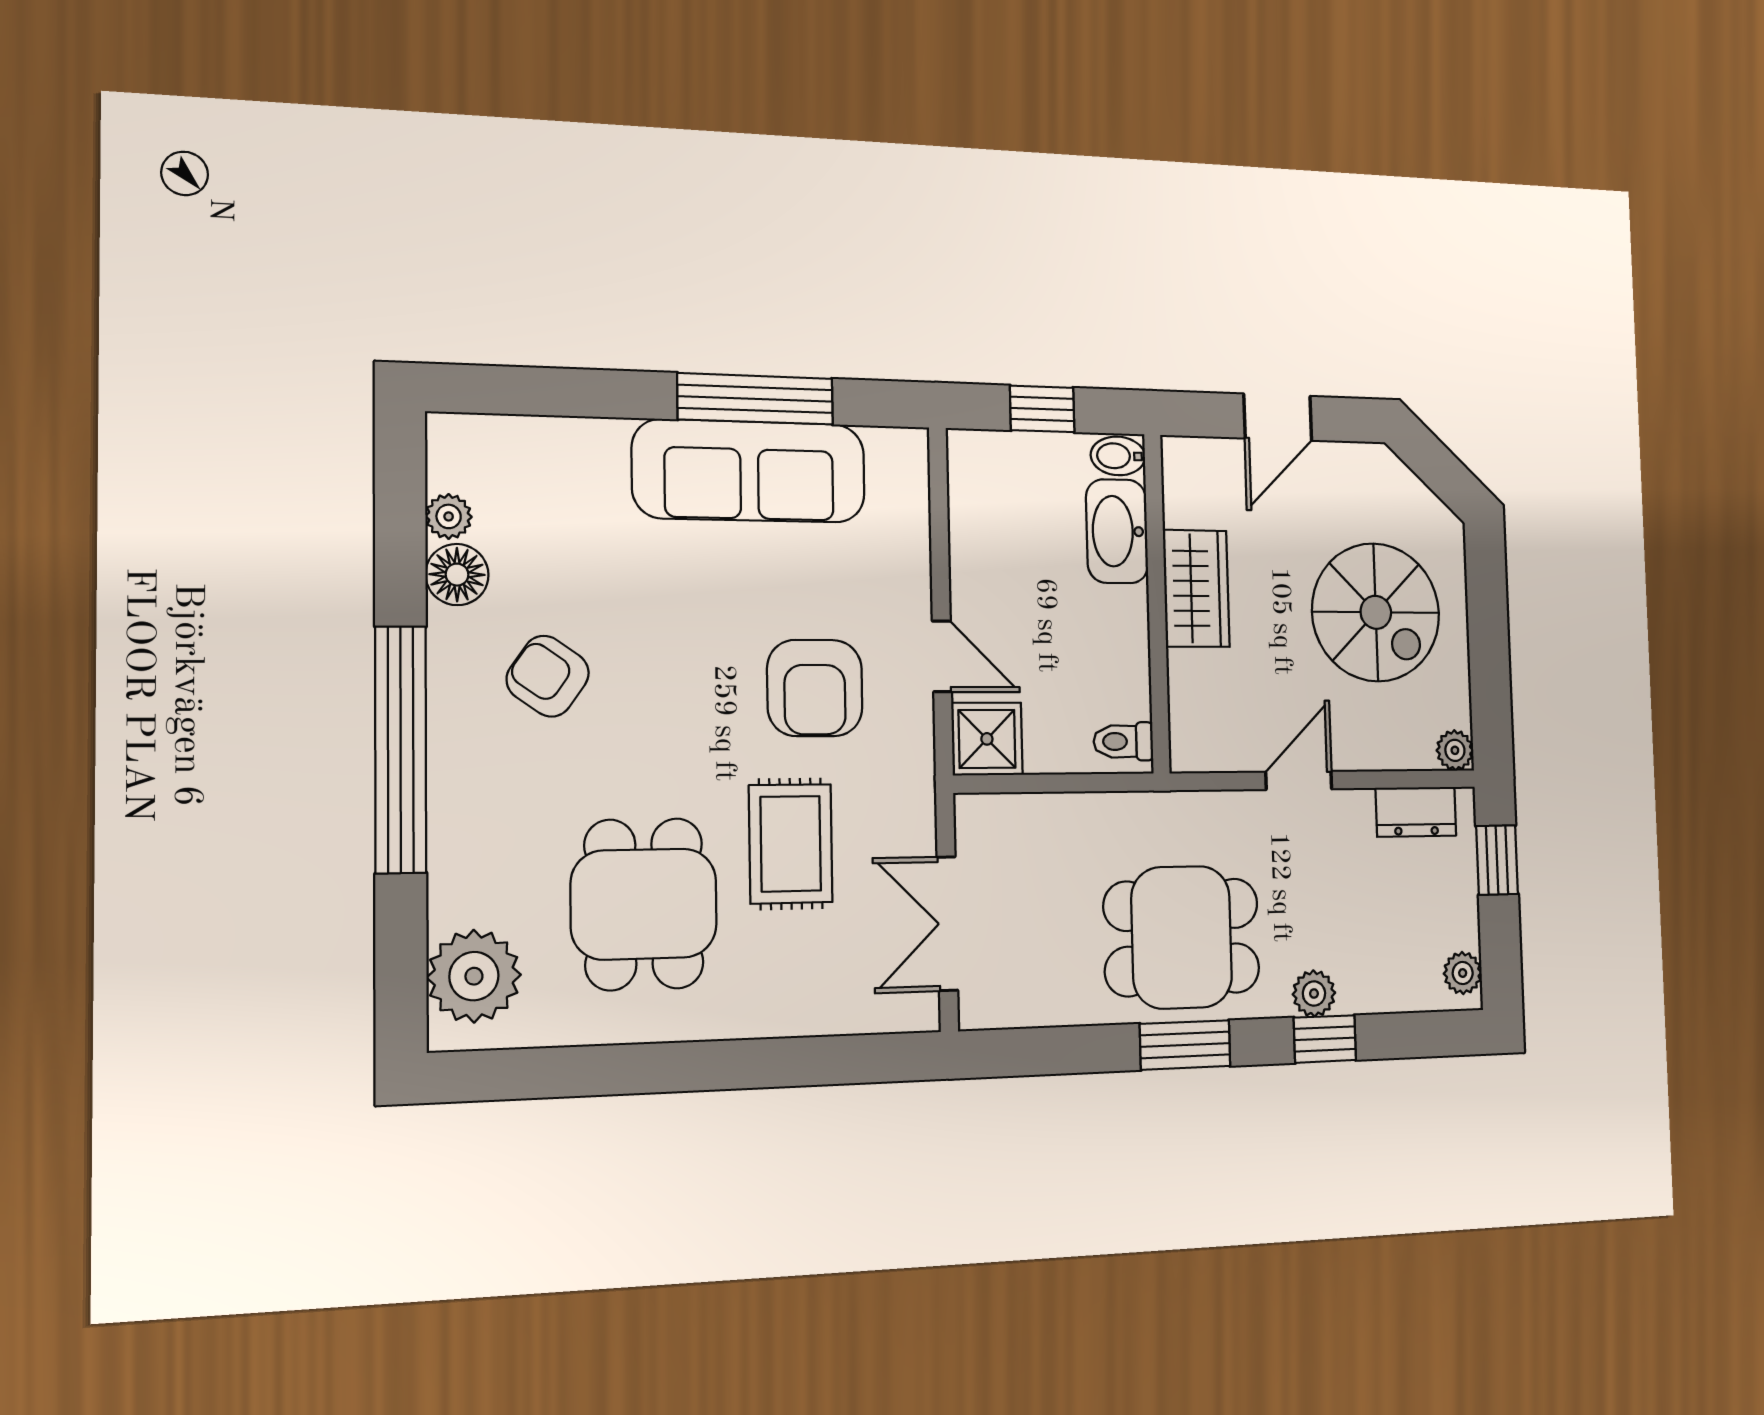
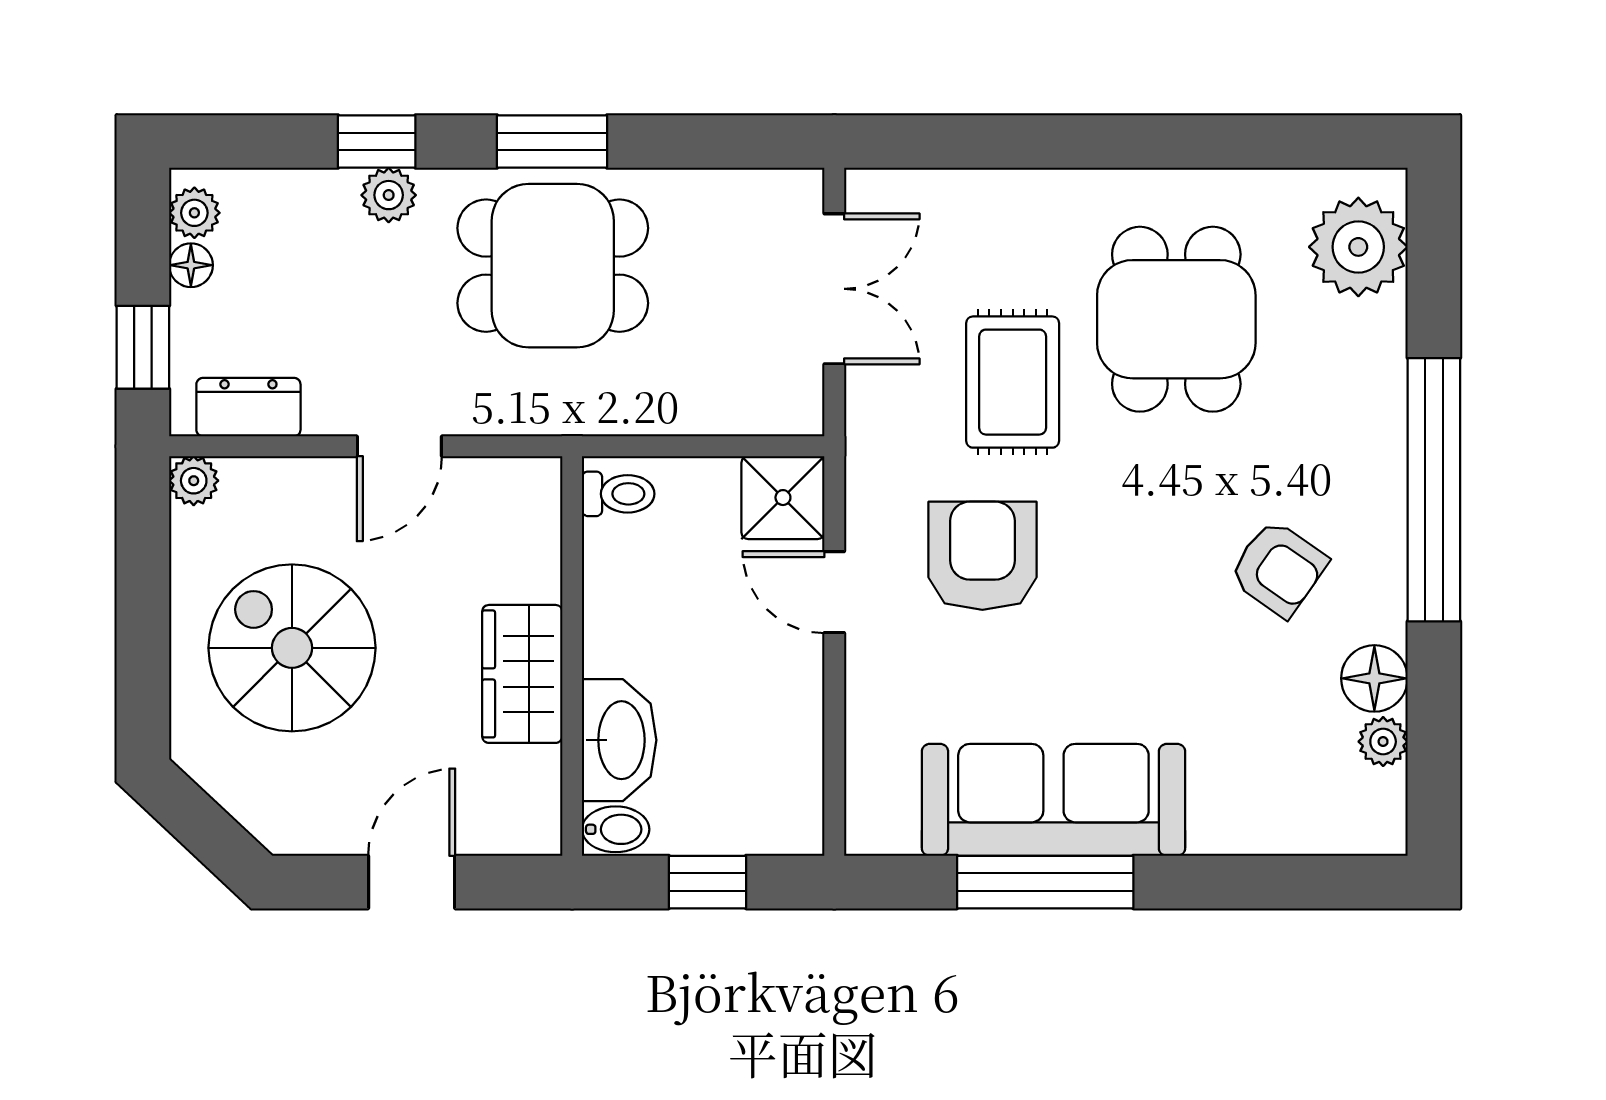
floor lamp: (1464, 929) -> (191, 265), added

